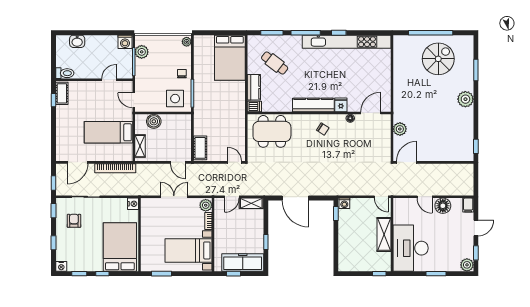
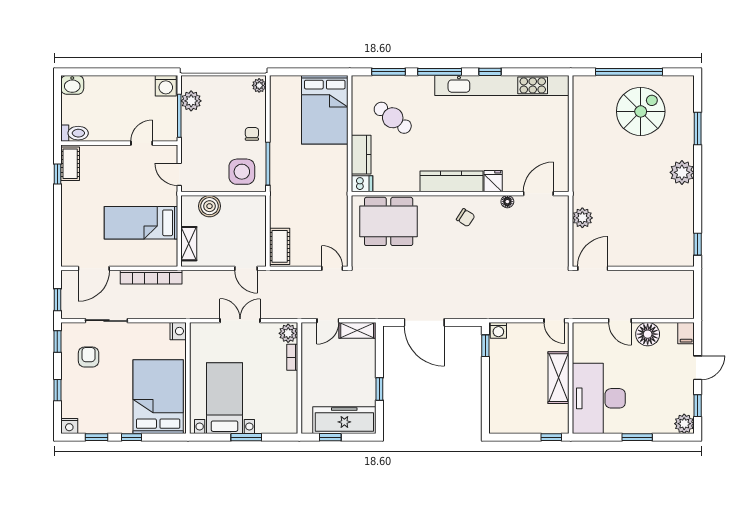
washbasin: (77, 41) -> (72, 85), moved
bed with nightstands: (188, 250) -> (224, 398), moved, turned 90
window: (162, 274) -> (246, 437), moved

